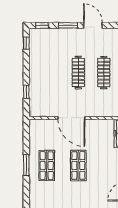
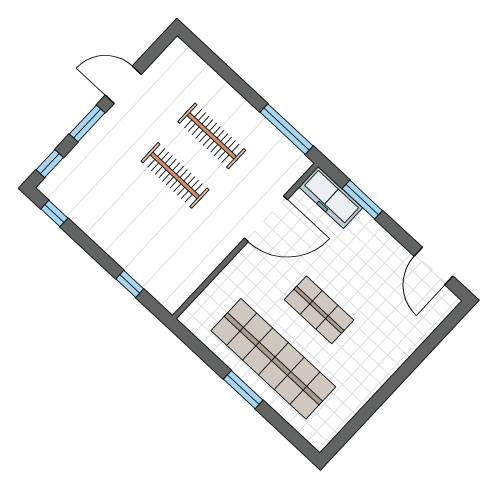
door: (71, 118) -> (266, 219), moved
shop shelf: (47, 166) -> (273, 359), width x2.00, depth x1.36

